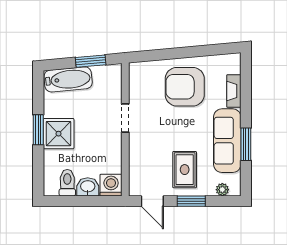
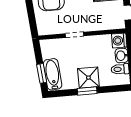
window: (91, 61) -> (42, 73), moved

